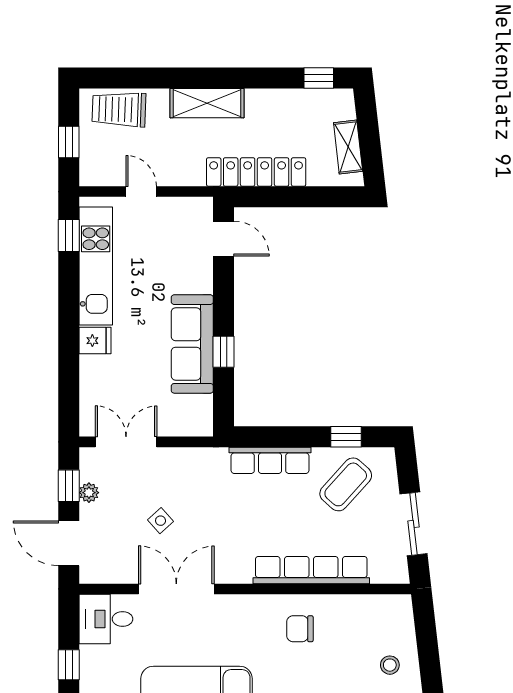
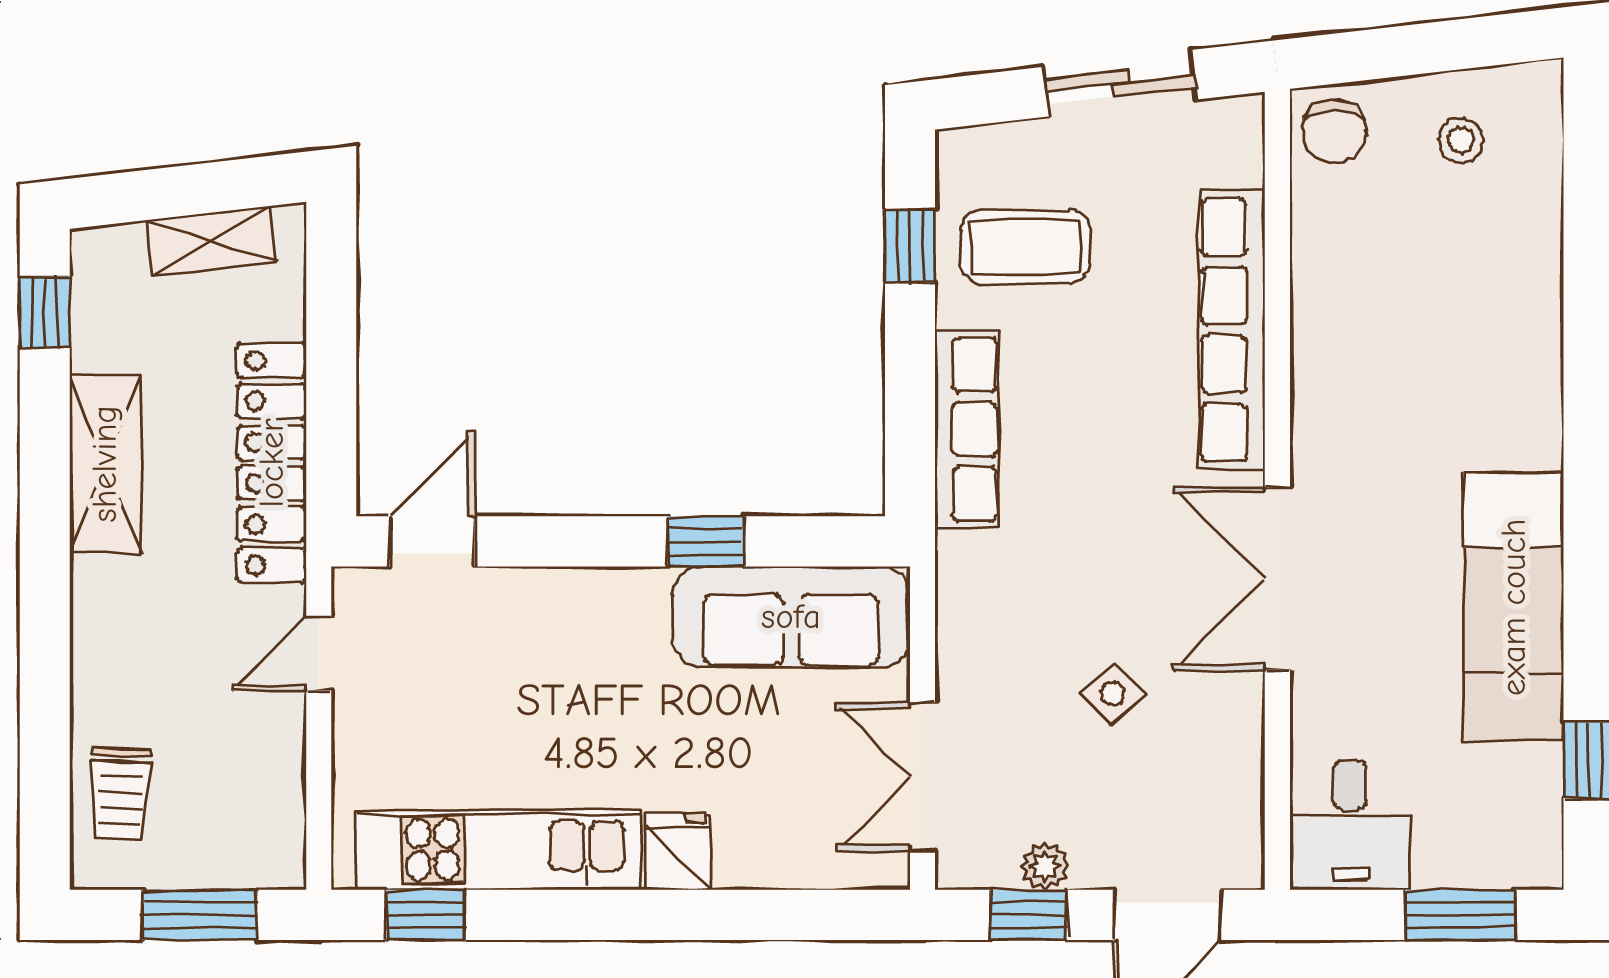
shelving: (207, 103) -> (105, 464), moved
trolley: (119, 109) -> (120, 794), width x0.73, depth x0.72
window: (69, 142) -> (199, 915), width x1.50
door: (141, 192) -> (319, 654), moved
sofa: (192, 344) -> (791, 617), moved
coffee table: (346, 484) -> (1025, 247), turned -42
double door: (176, 589) -> (1277, 579), moved
chair: (300, 629) -> (1334, 131), moved
window: (69, 665) -> (1460, 915), width x1.50

